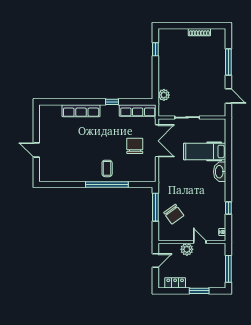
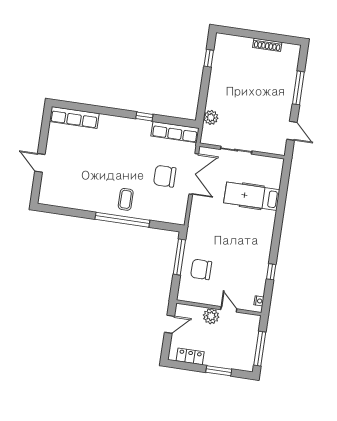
row of seats: (81, 111) -> (74, 117), moved
chair: (135, 146) -> (165, 176), turned -90
washbasin: (220, 172) -> (267, 225), removed
chair: (174, 214) -> (201, 269), turned 126

